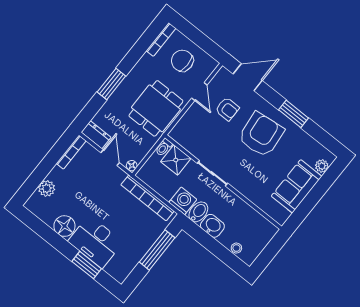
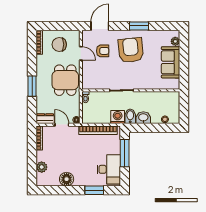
shower: (176, 160) -> (97, 99), removed
desk: (95, 242) -> (109, 169), moved, turned -90

